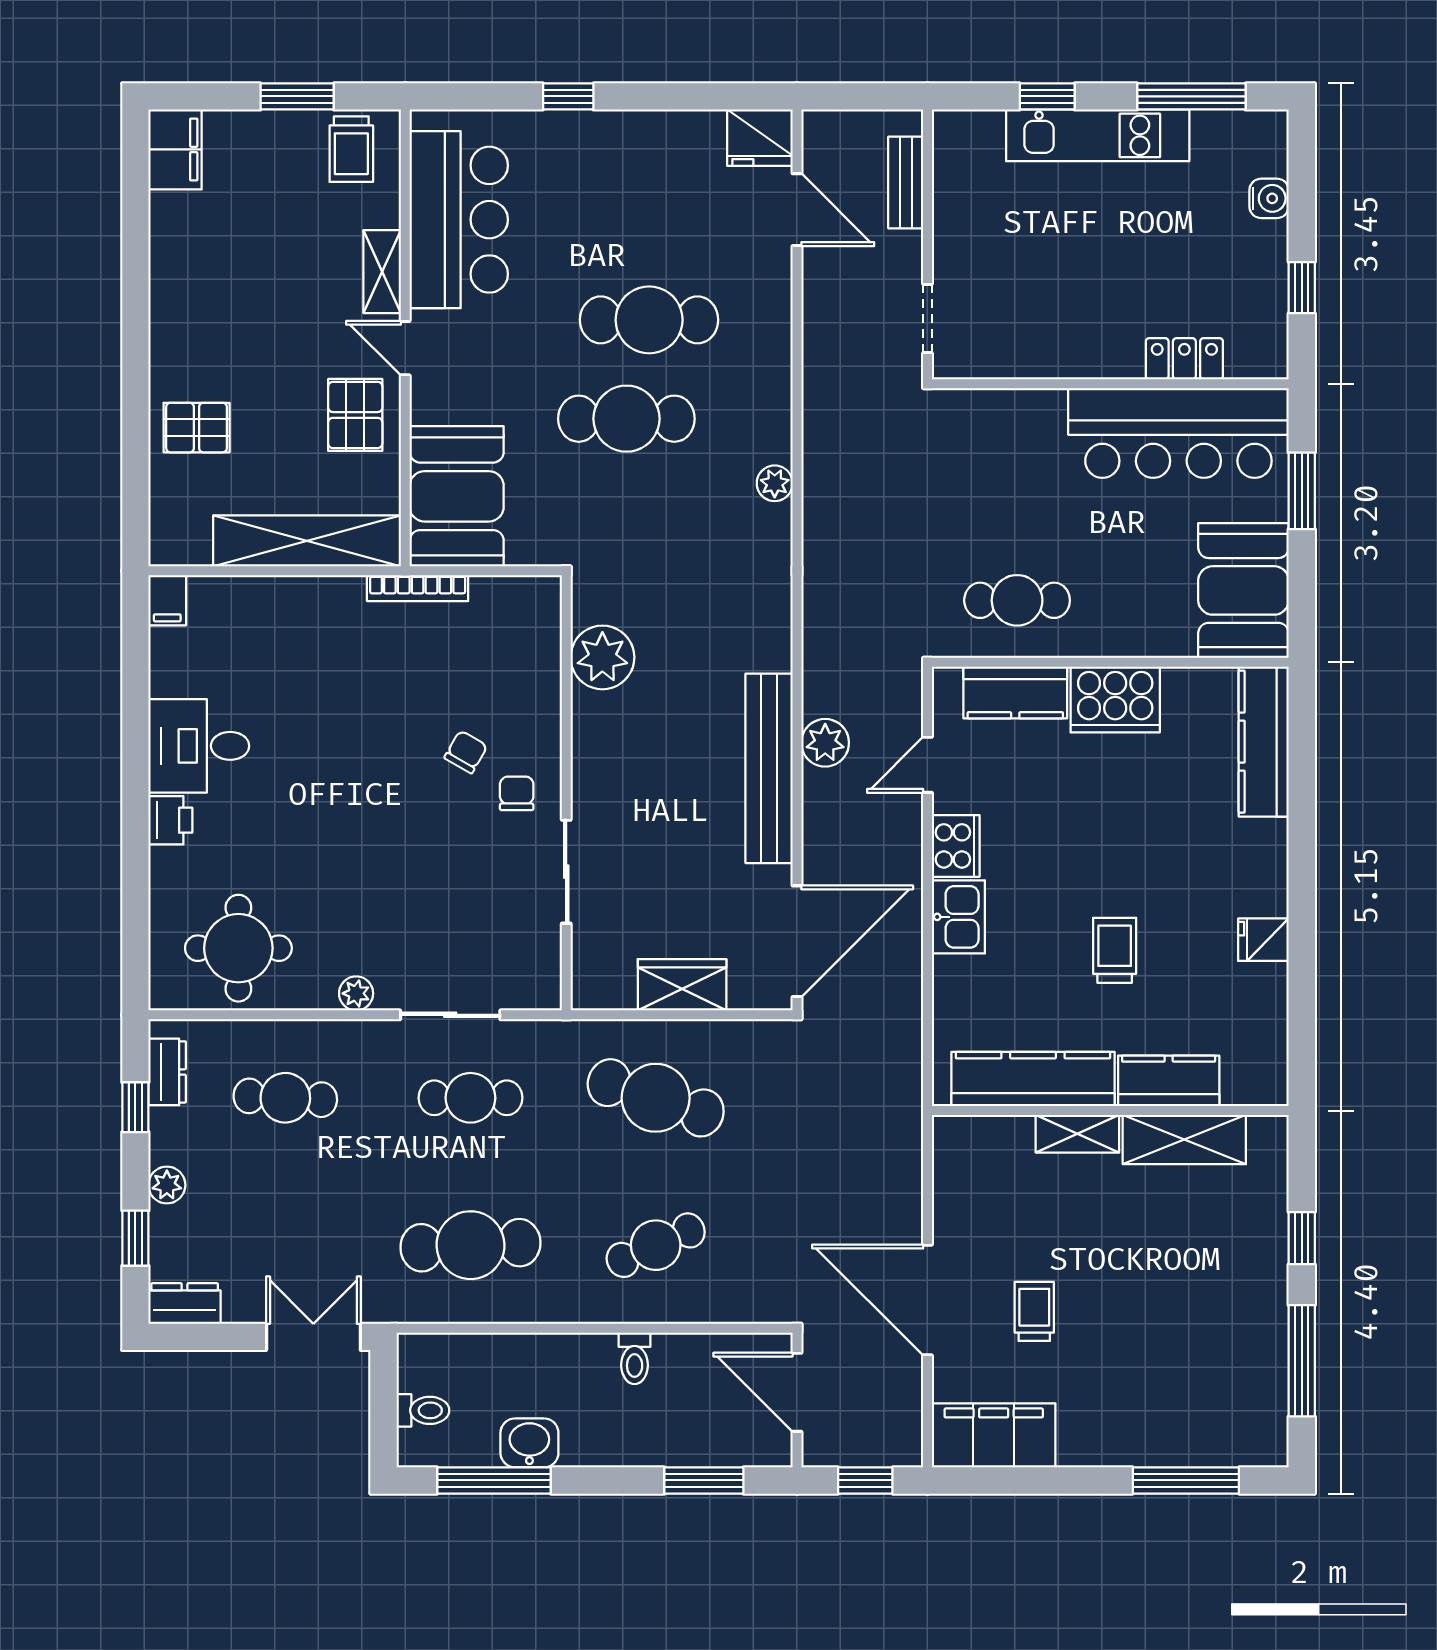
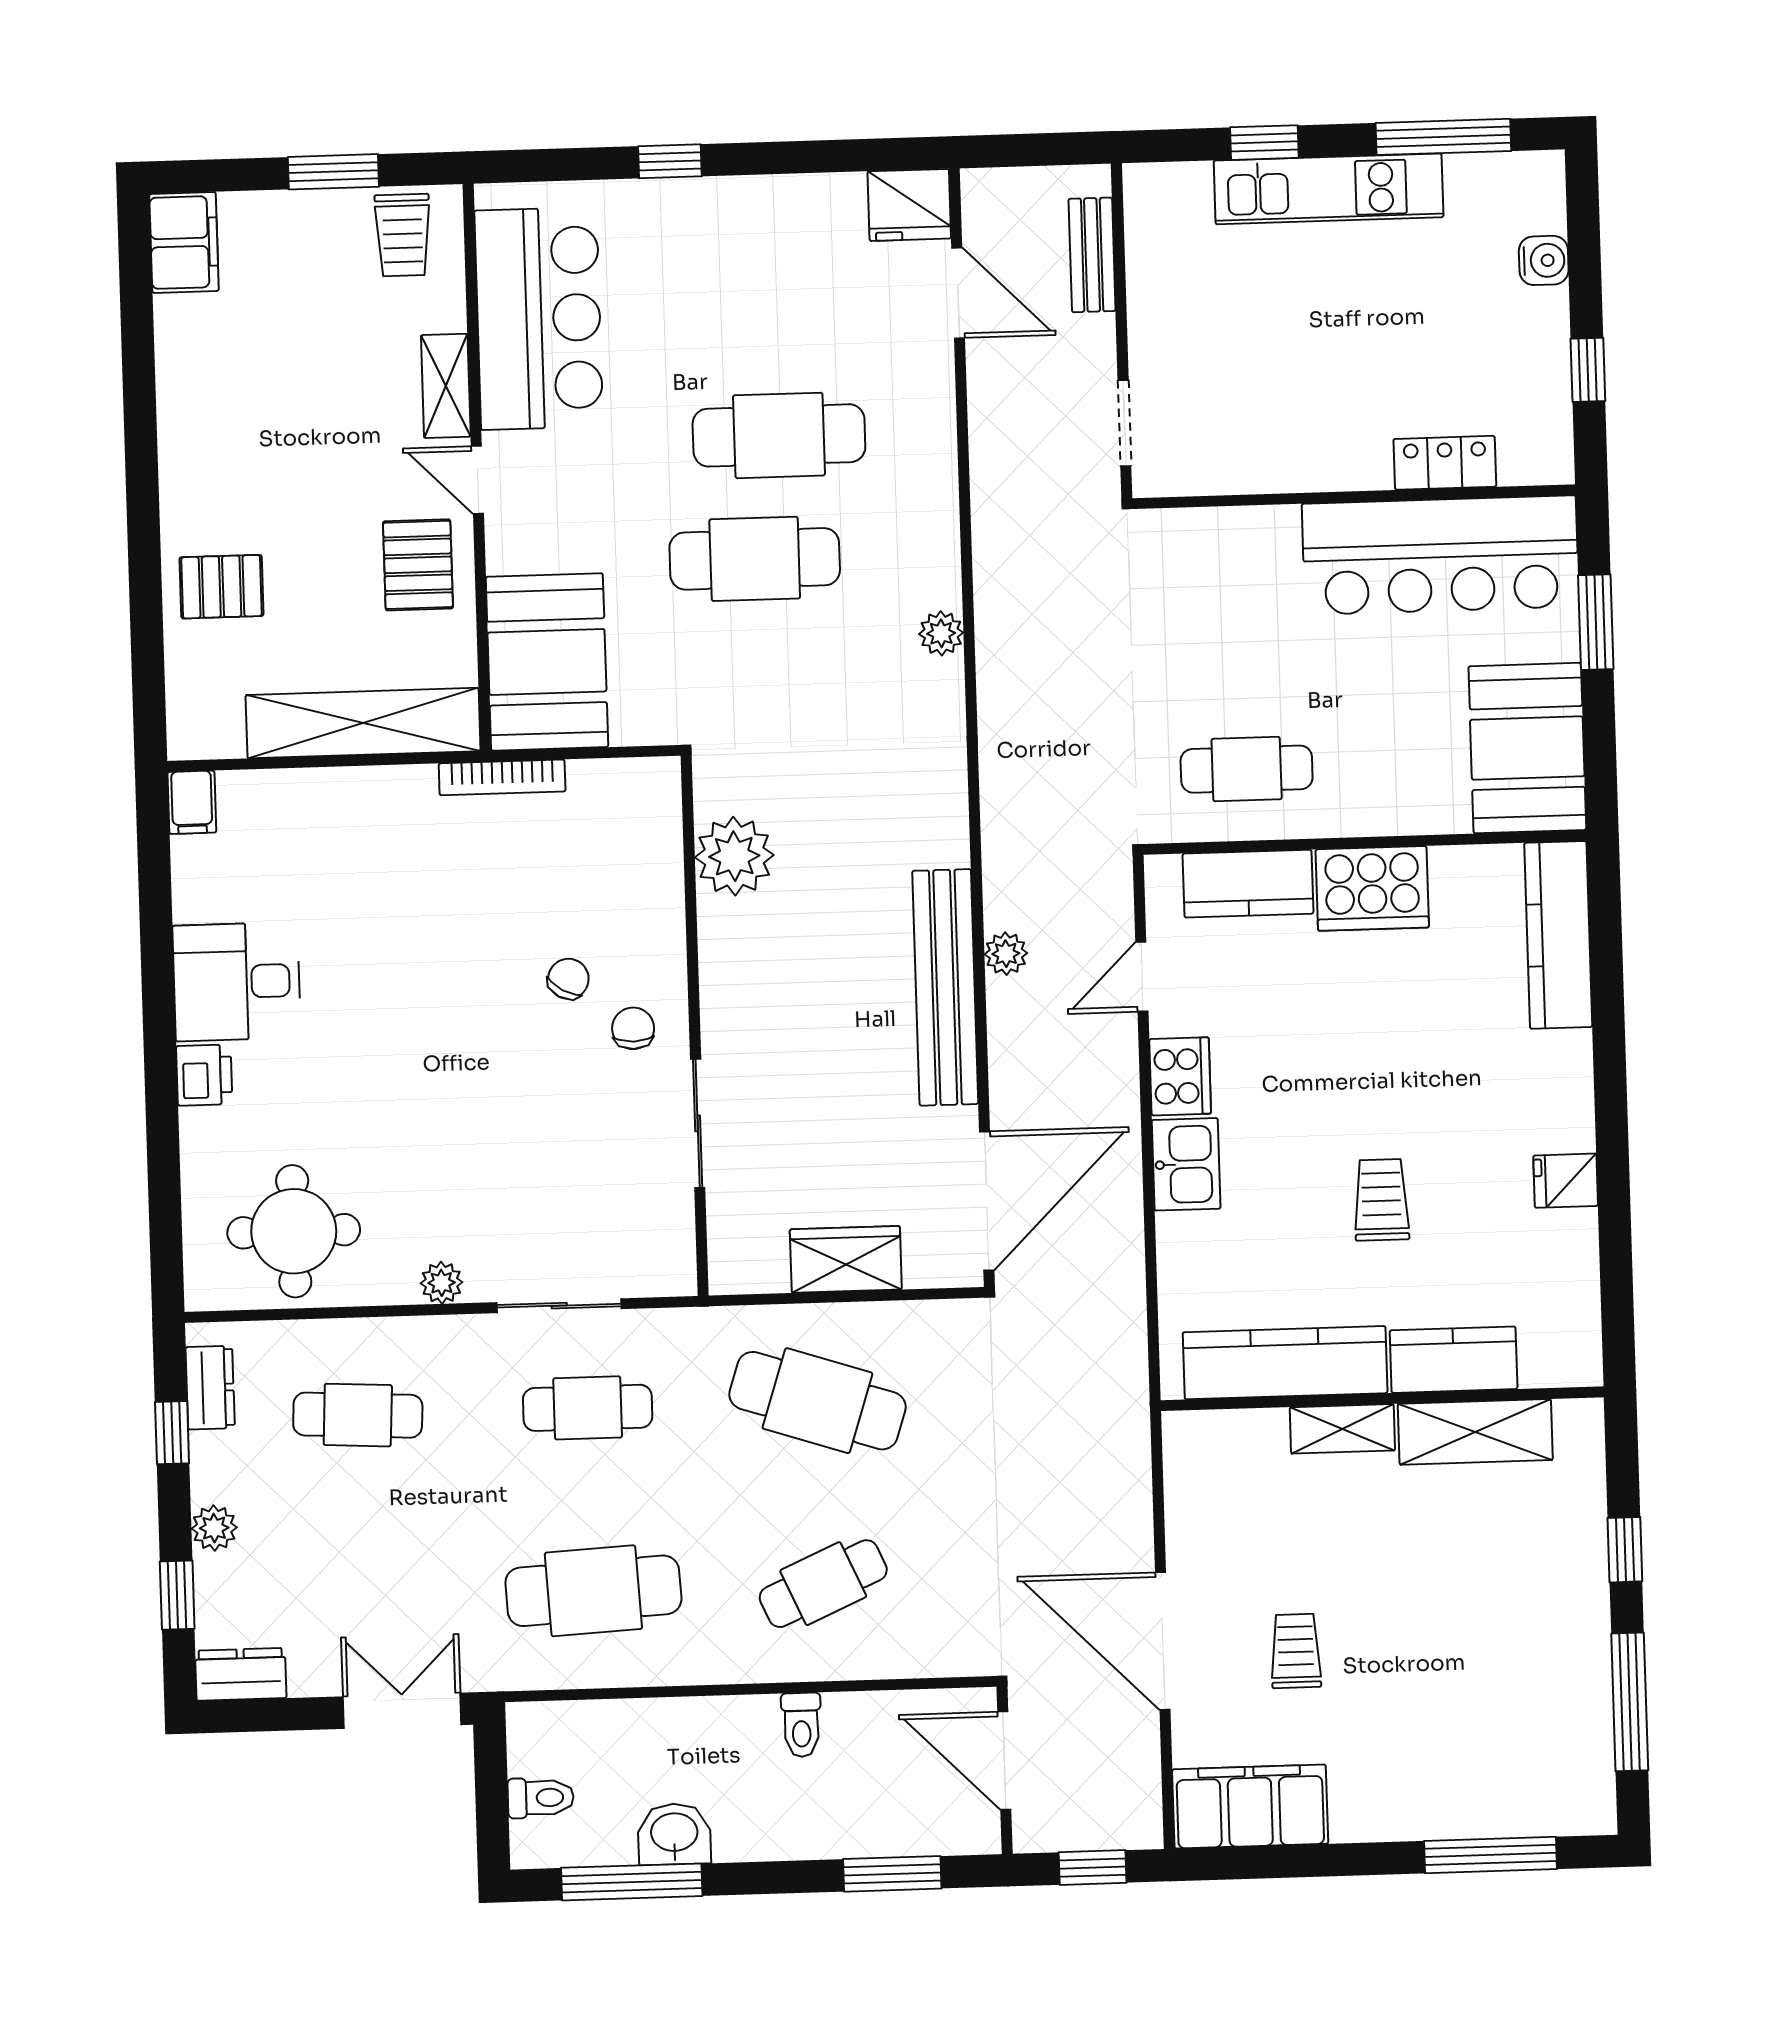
plant: (825, 743) -> (1006, 954), width x0.73, depth x0.73

